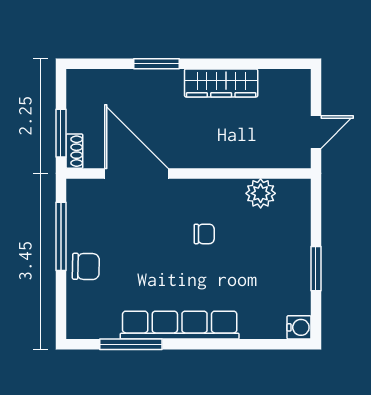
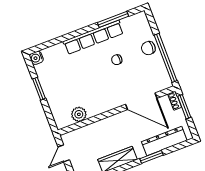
dresser: (122, 84) -> (164, 141), added
chair: (204, 234) -> (117, 60), moved
window: (61, 236) -> (166, 58), width x1.46

